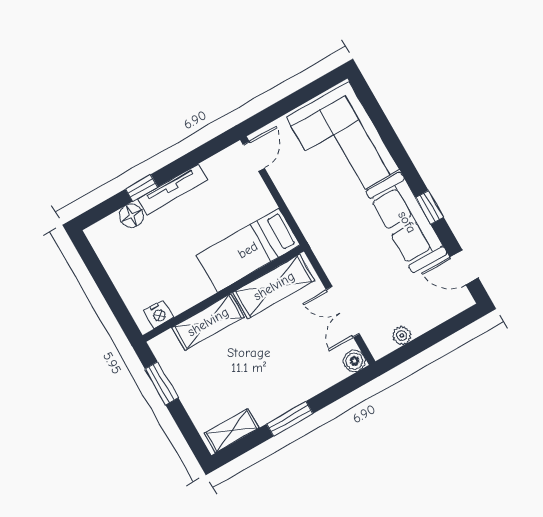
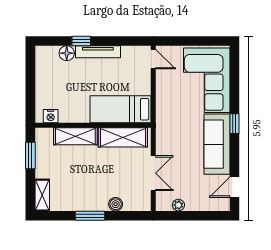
door: (254, 156) -> (153, 59), hinge flipped
window: (430, 207) -> (234, 124), moved
door: (464, 267) -> (234, 187), hinge flipped
double door: (343, 312) -> (153, 173), swing flipped
boiler: (354, 361) -> (116, 204), moved
shelving: (232, 431) -> (42, 195), moved, turned 90

